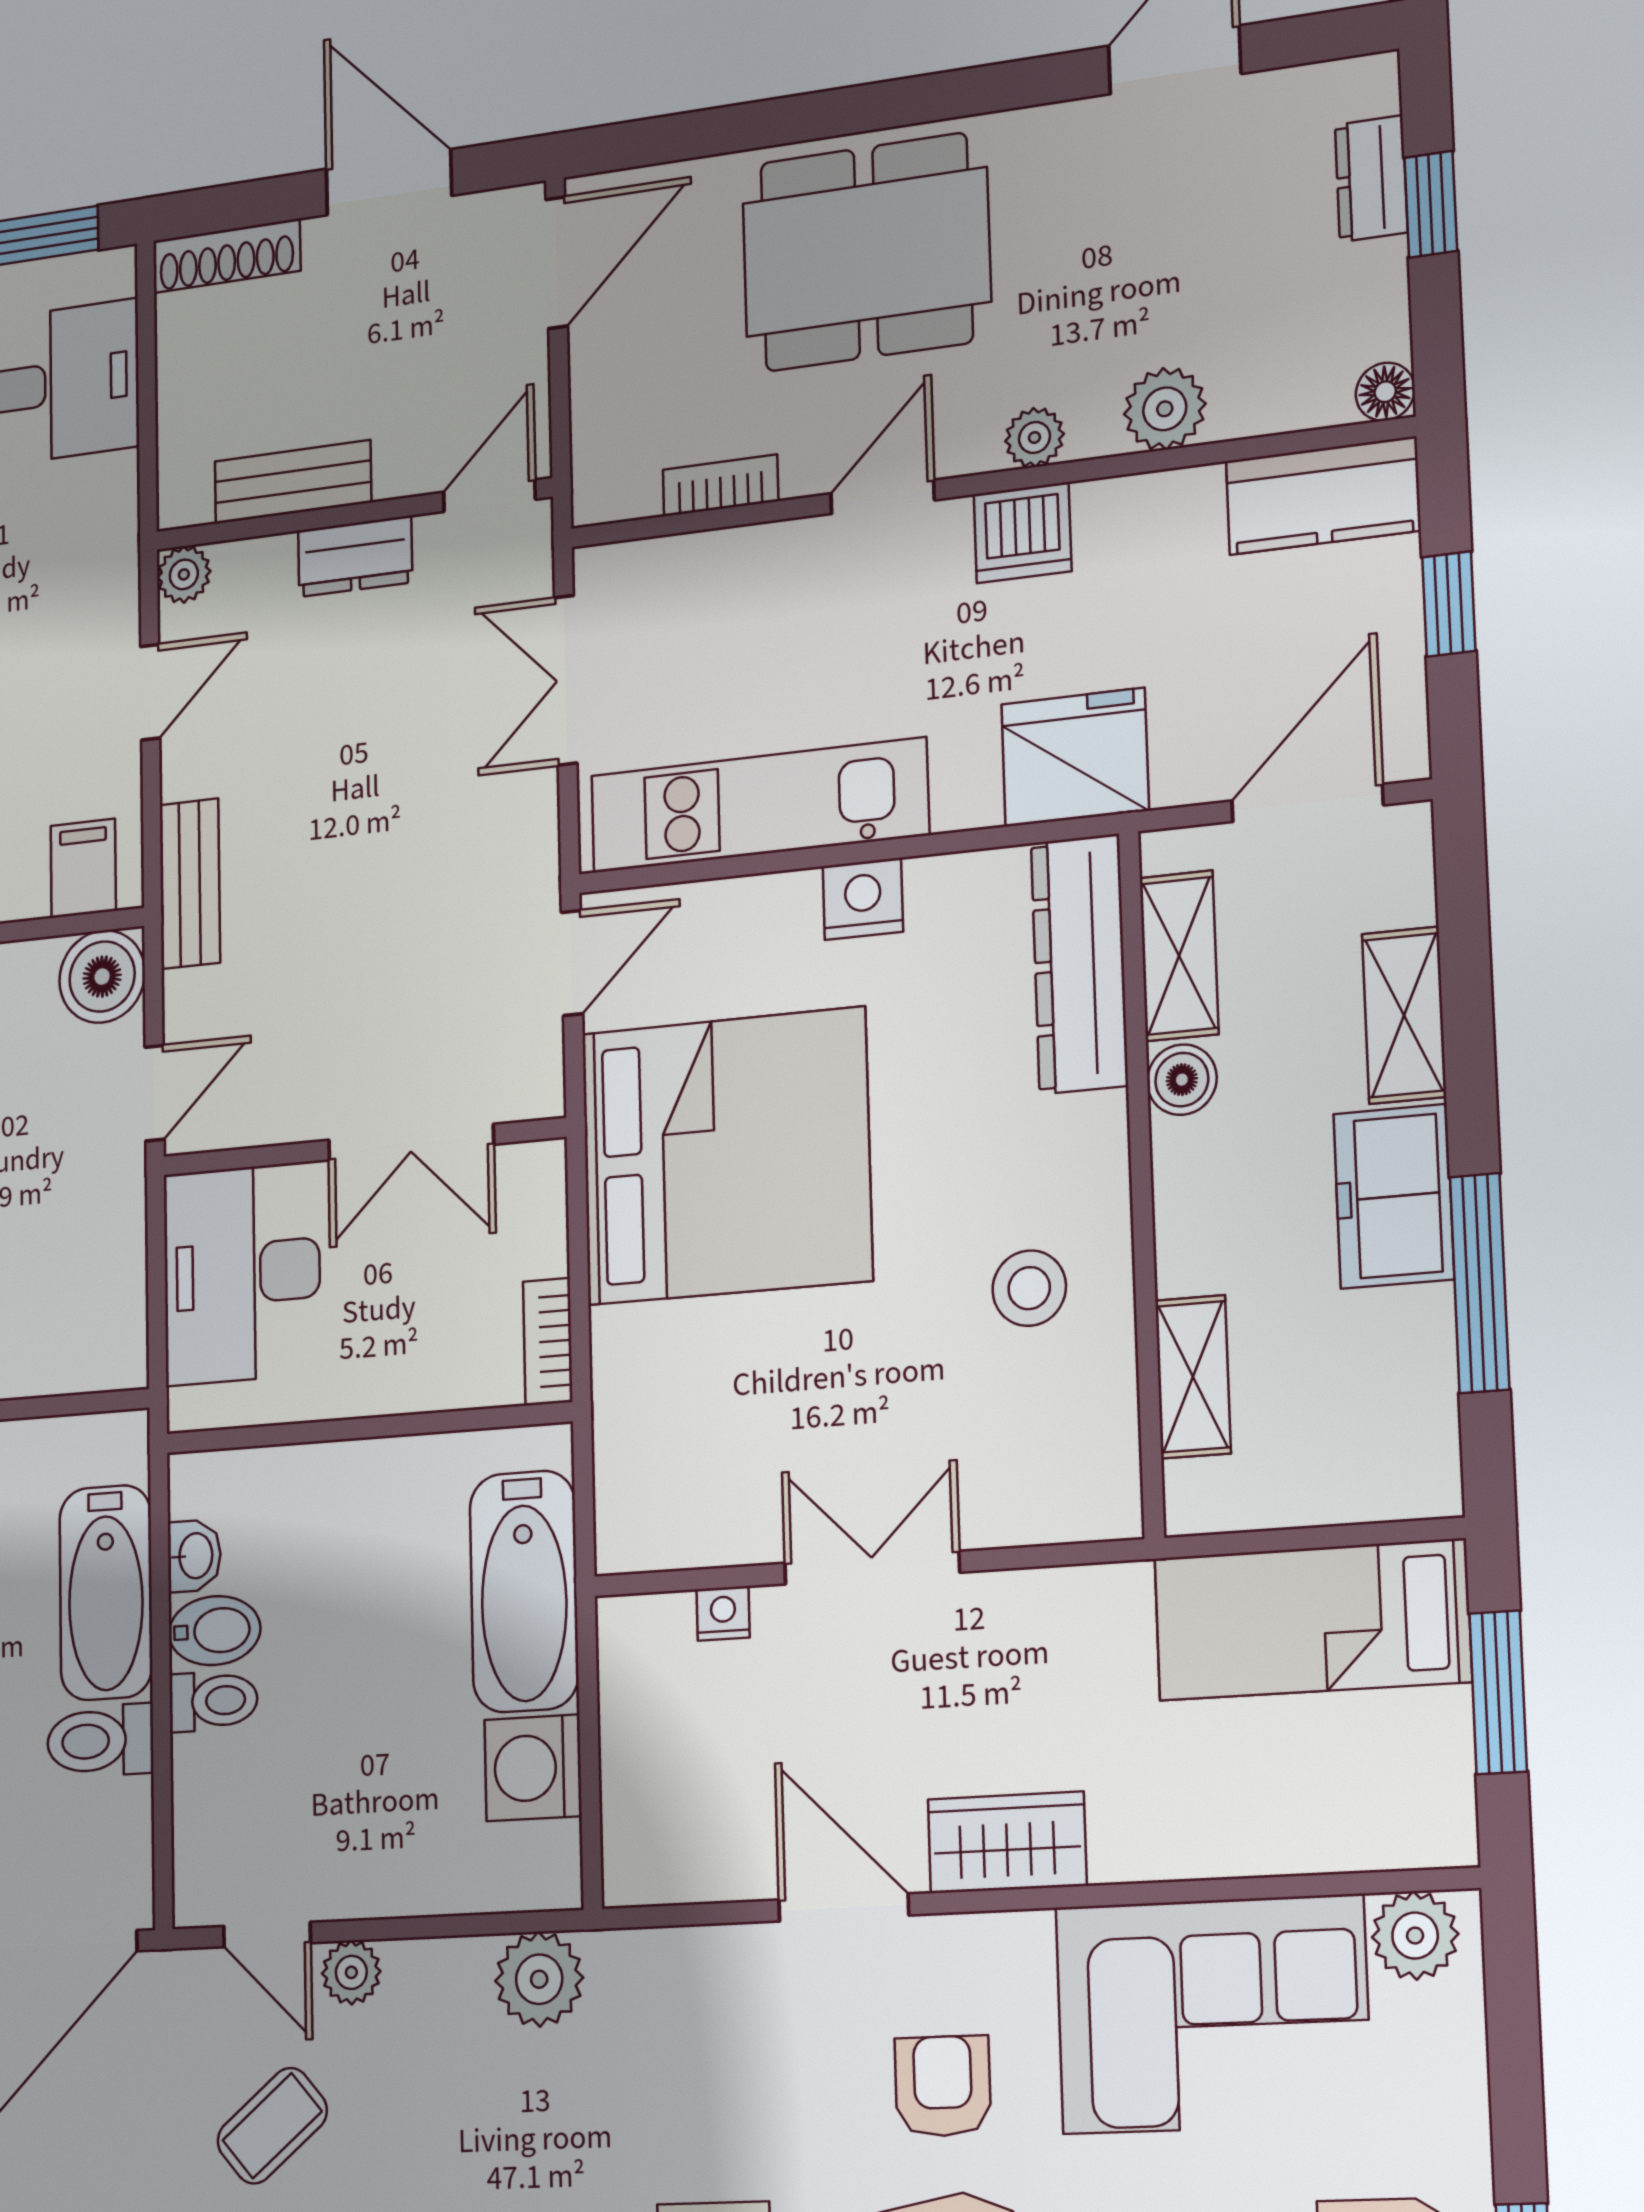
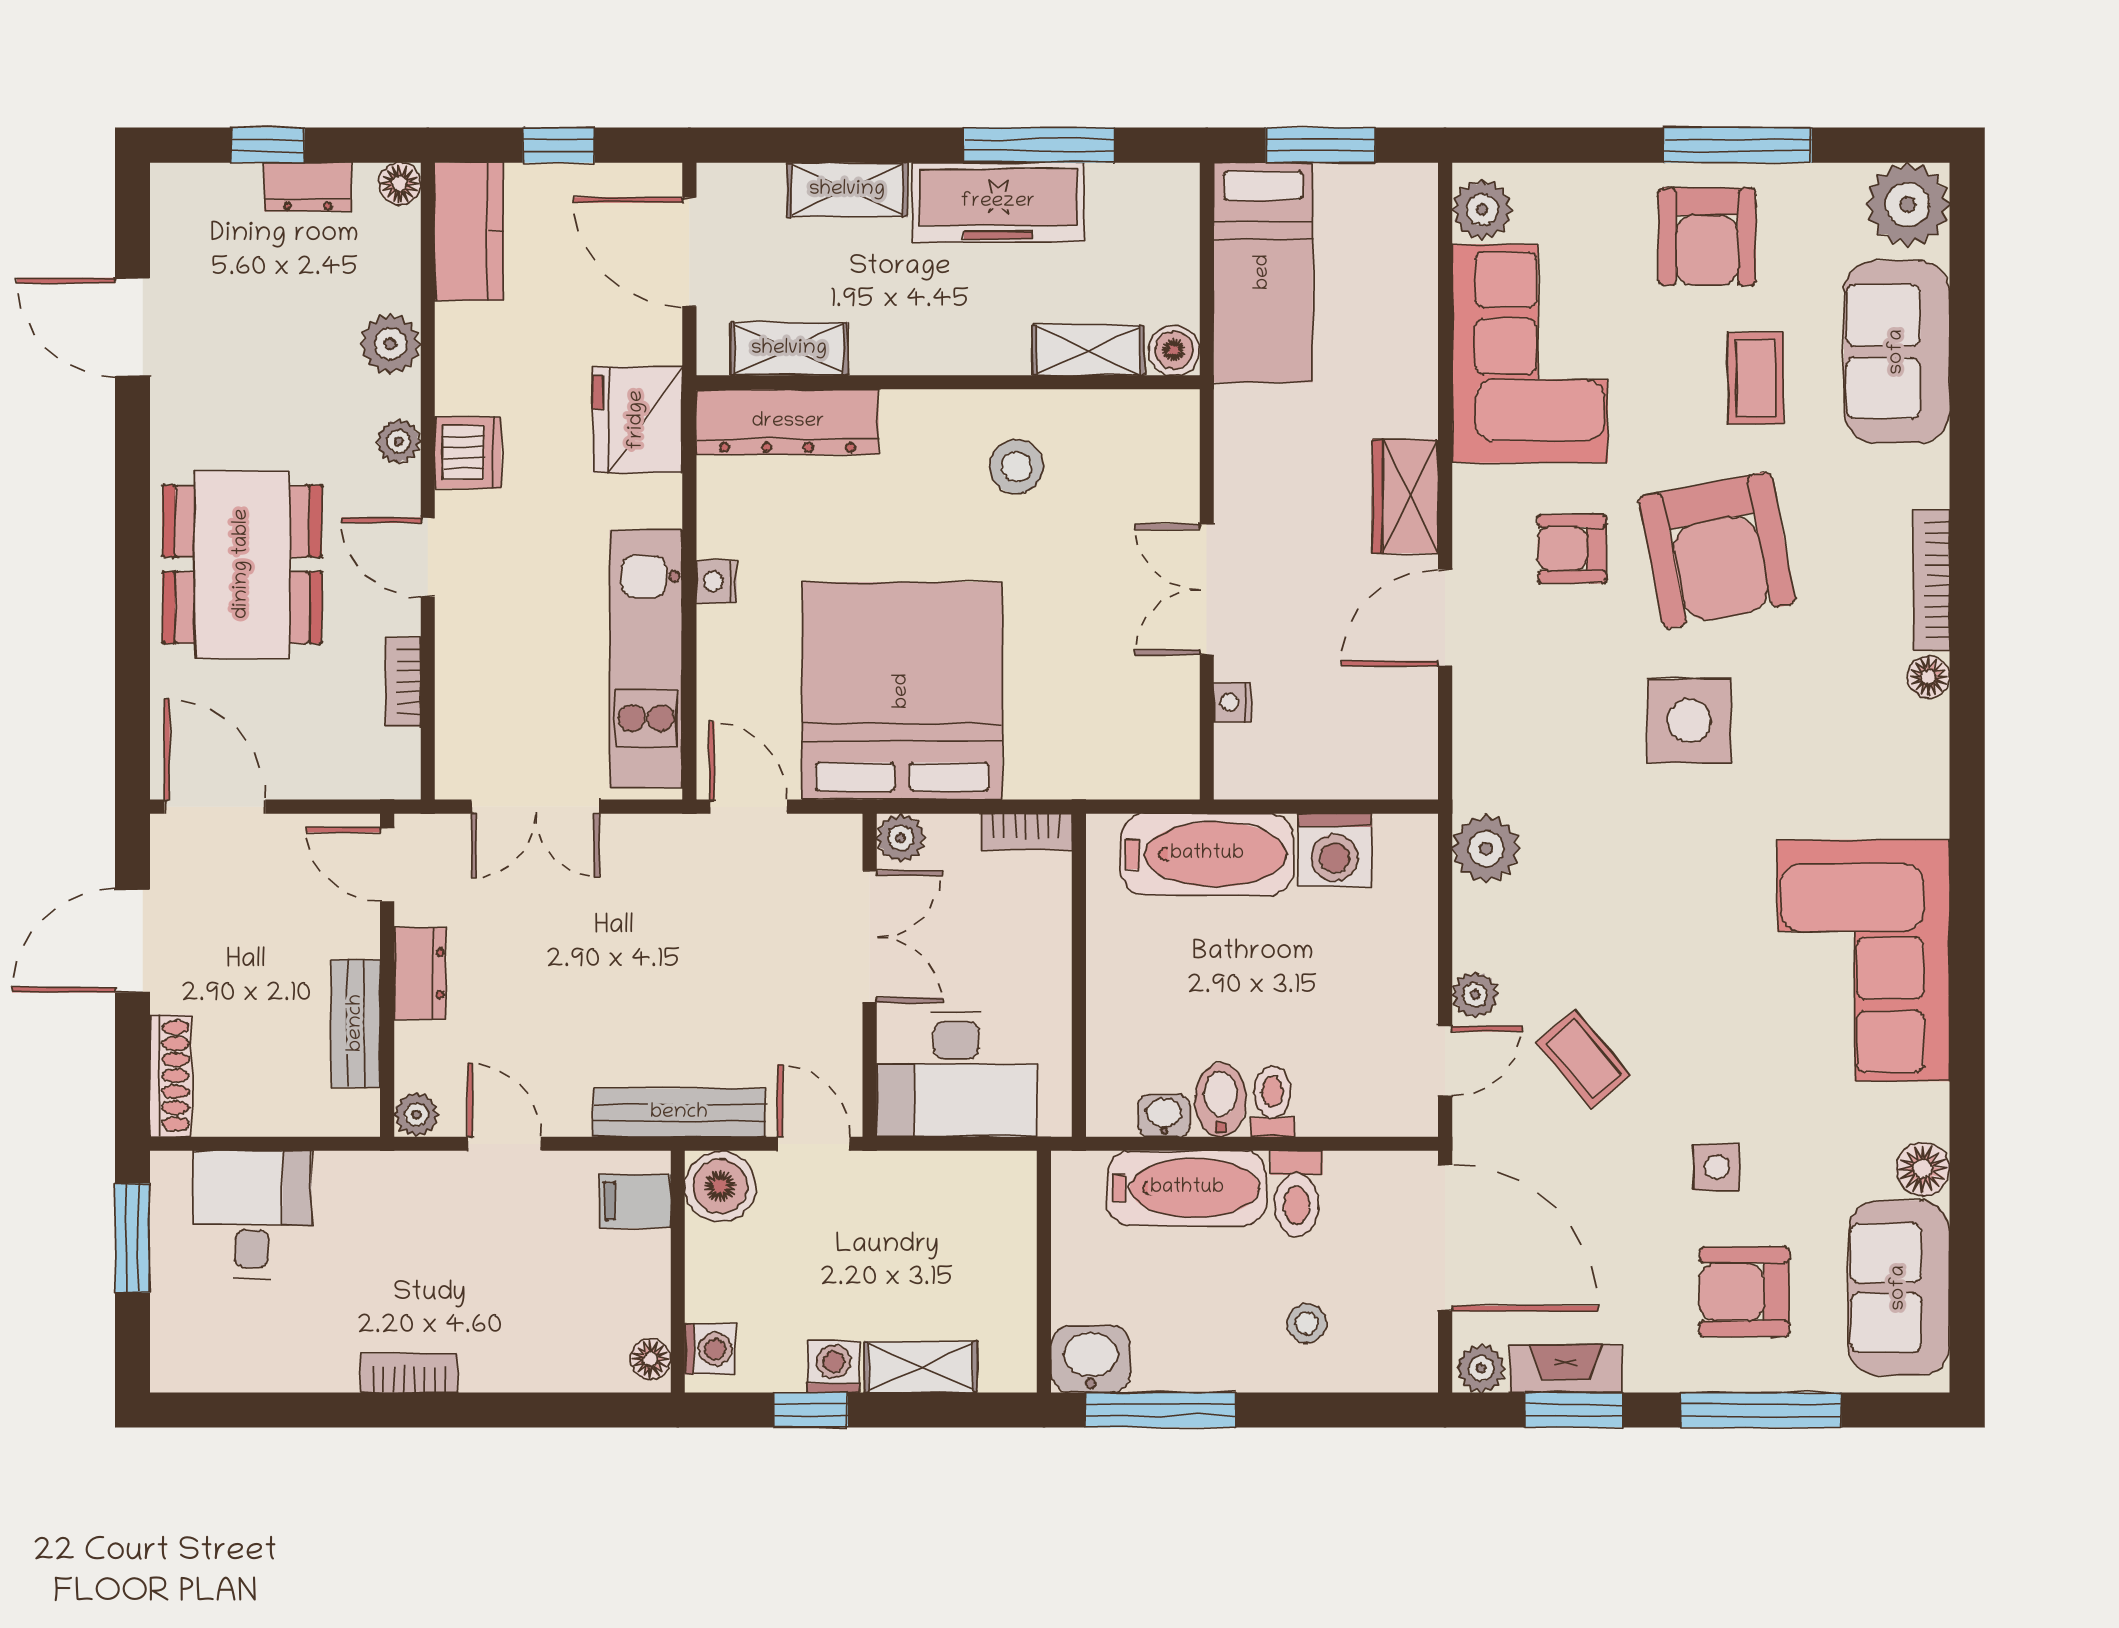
dresser: (1371, 179) -> (308, 187), moved
bench: (190, 884) -> (679, 1113), width x1.36
nightstand: (863, 899) -> (716, 582), width x0.72, depth x0.74
boiler: (1182, 1080) -> (1174, 350), moved
plant: (537, 1172) -> (901, 838), added
freezer: (1394, 1196) -> (998, 202), width x1.40

